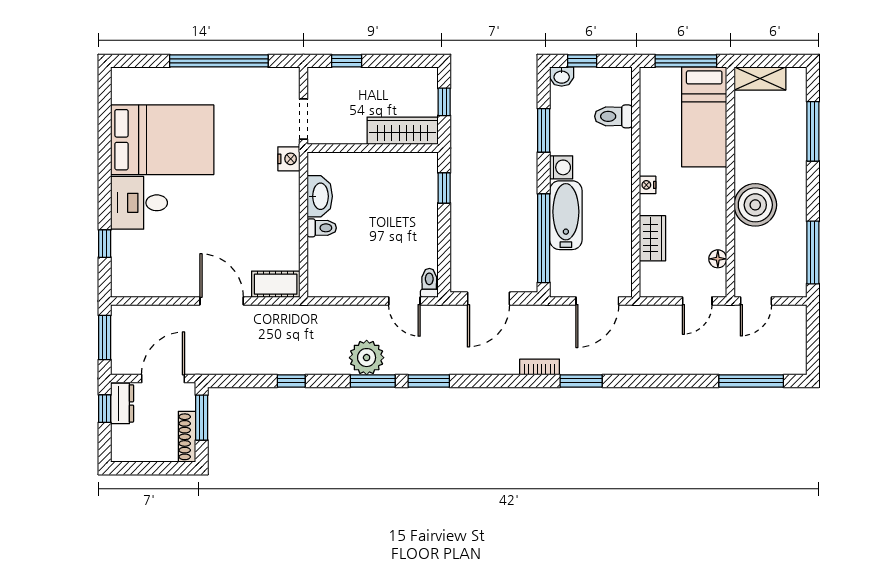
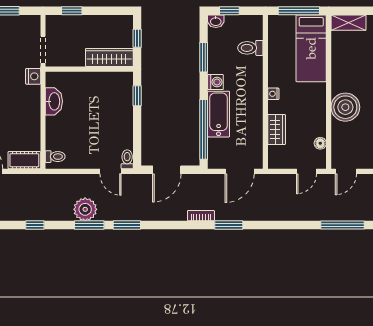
toilet: (322, 228) -> (55, 157), moved

